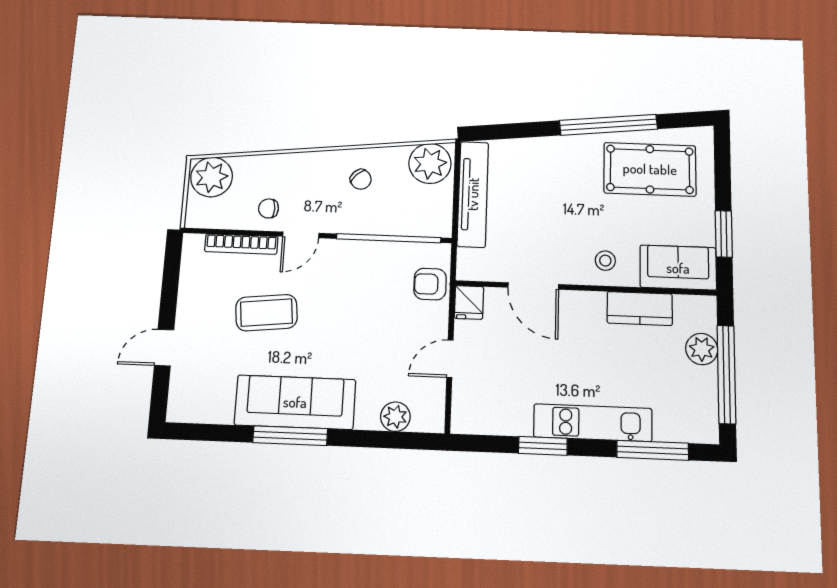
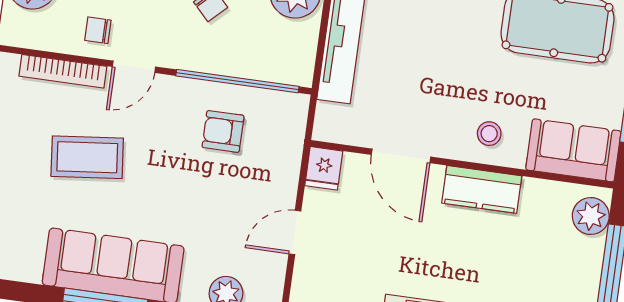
armchair: (430, 284) -> (223, 131), moved
kitchen counter: (640, 308) -> (482, 189), moved
plant: (702, 349) -> (591, 216), moved

